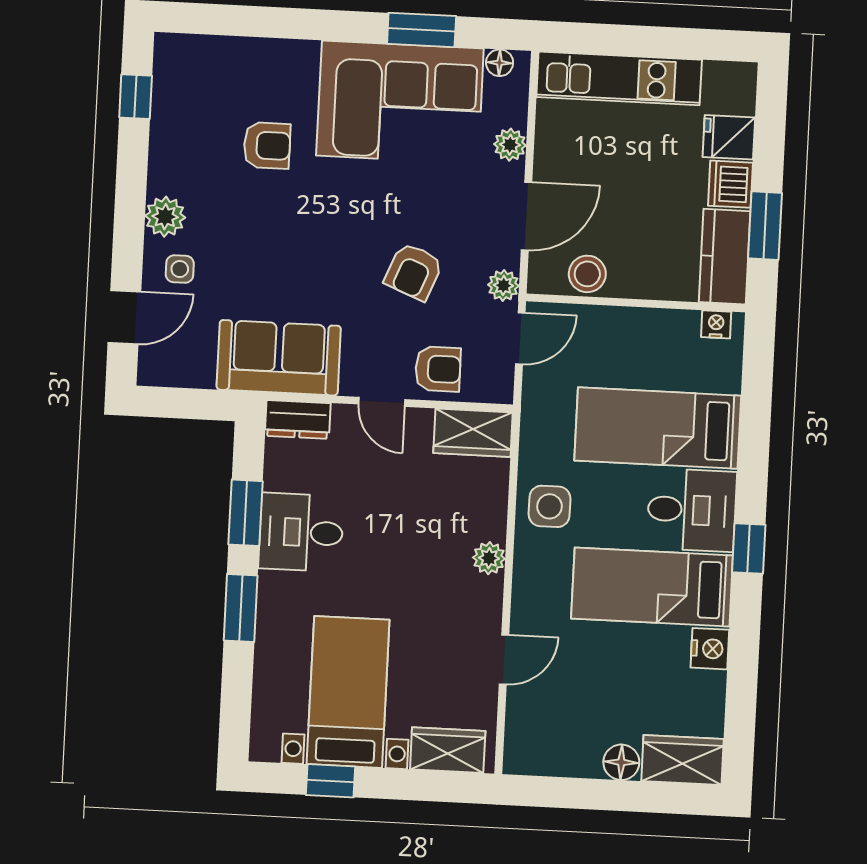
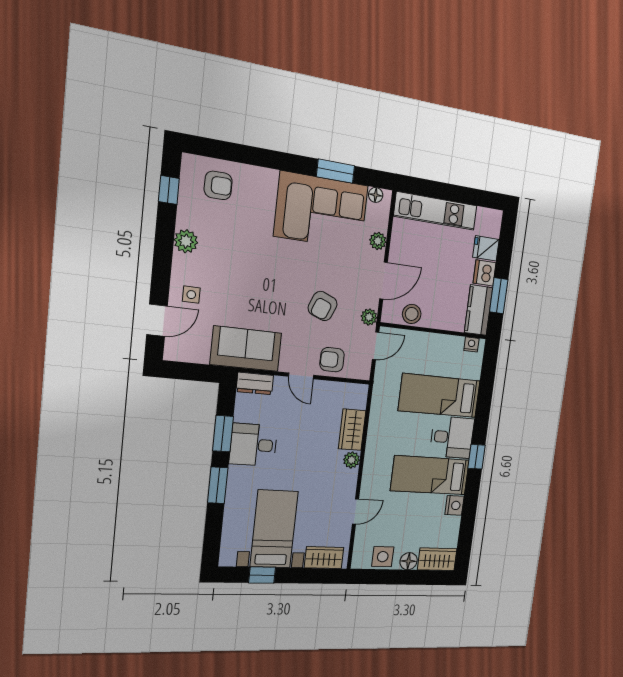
armchair: (267, 145) -> (218, 185), moved
plant: (165, 217) -> (186, 241), moved
armchair: (438, 369) -> (332, 360), turned 180
wardrobe: (473, 433) -> (352, 430), moved, turned 90
side table: (549, 506) -> (383, 557), moved

